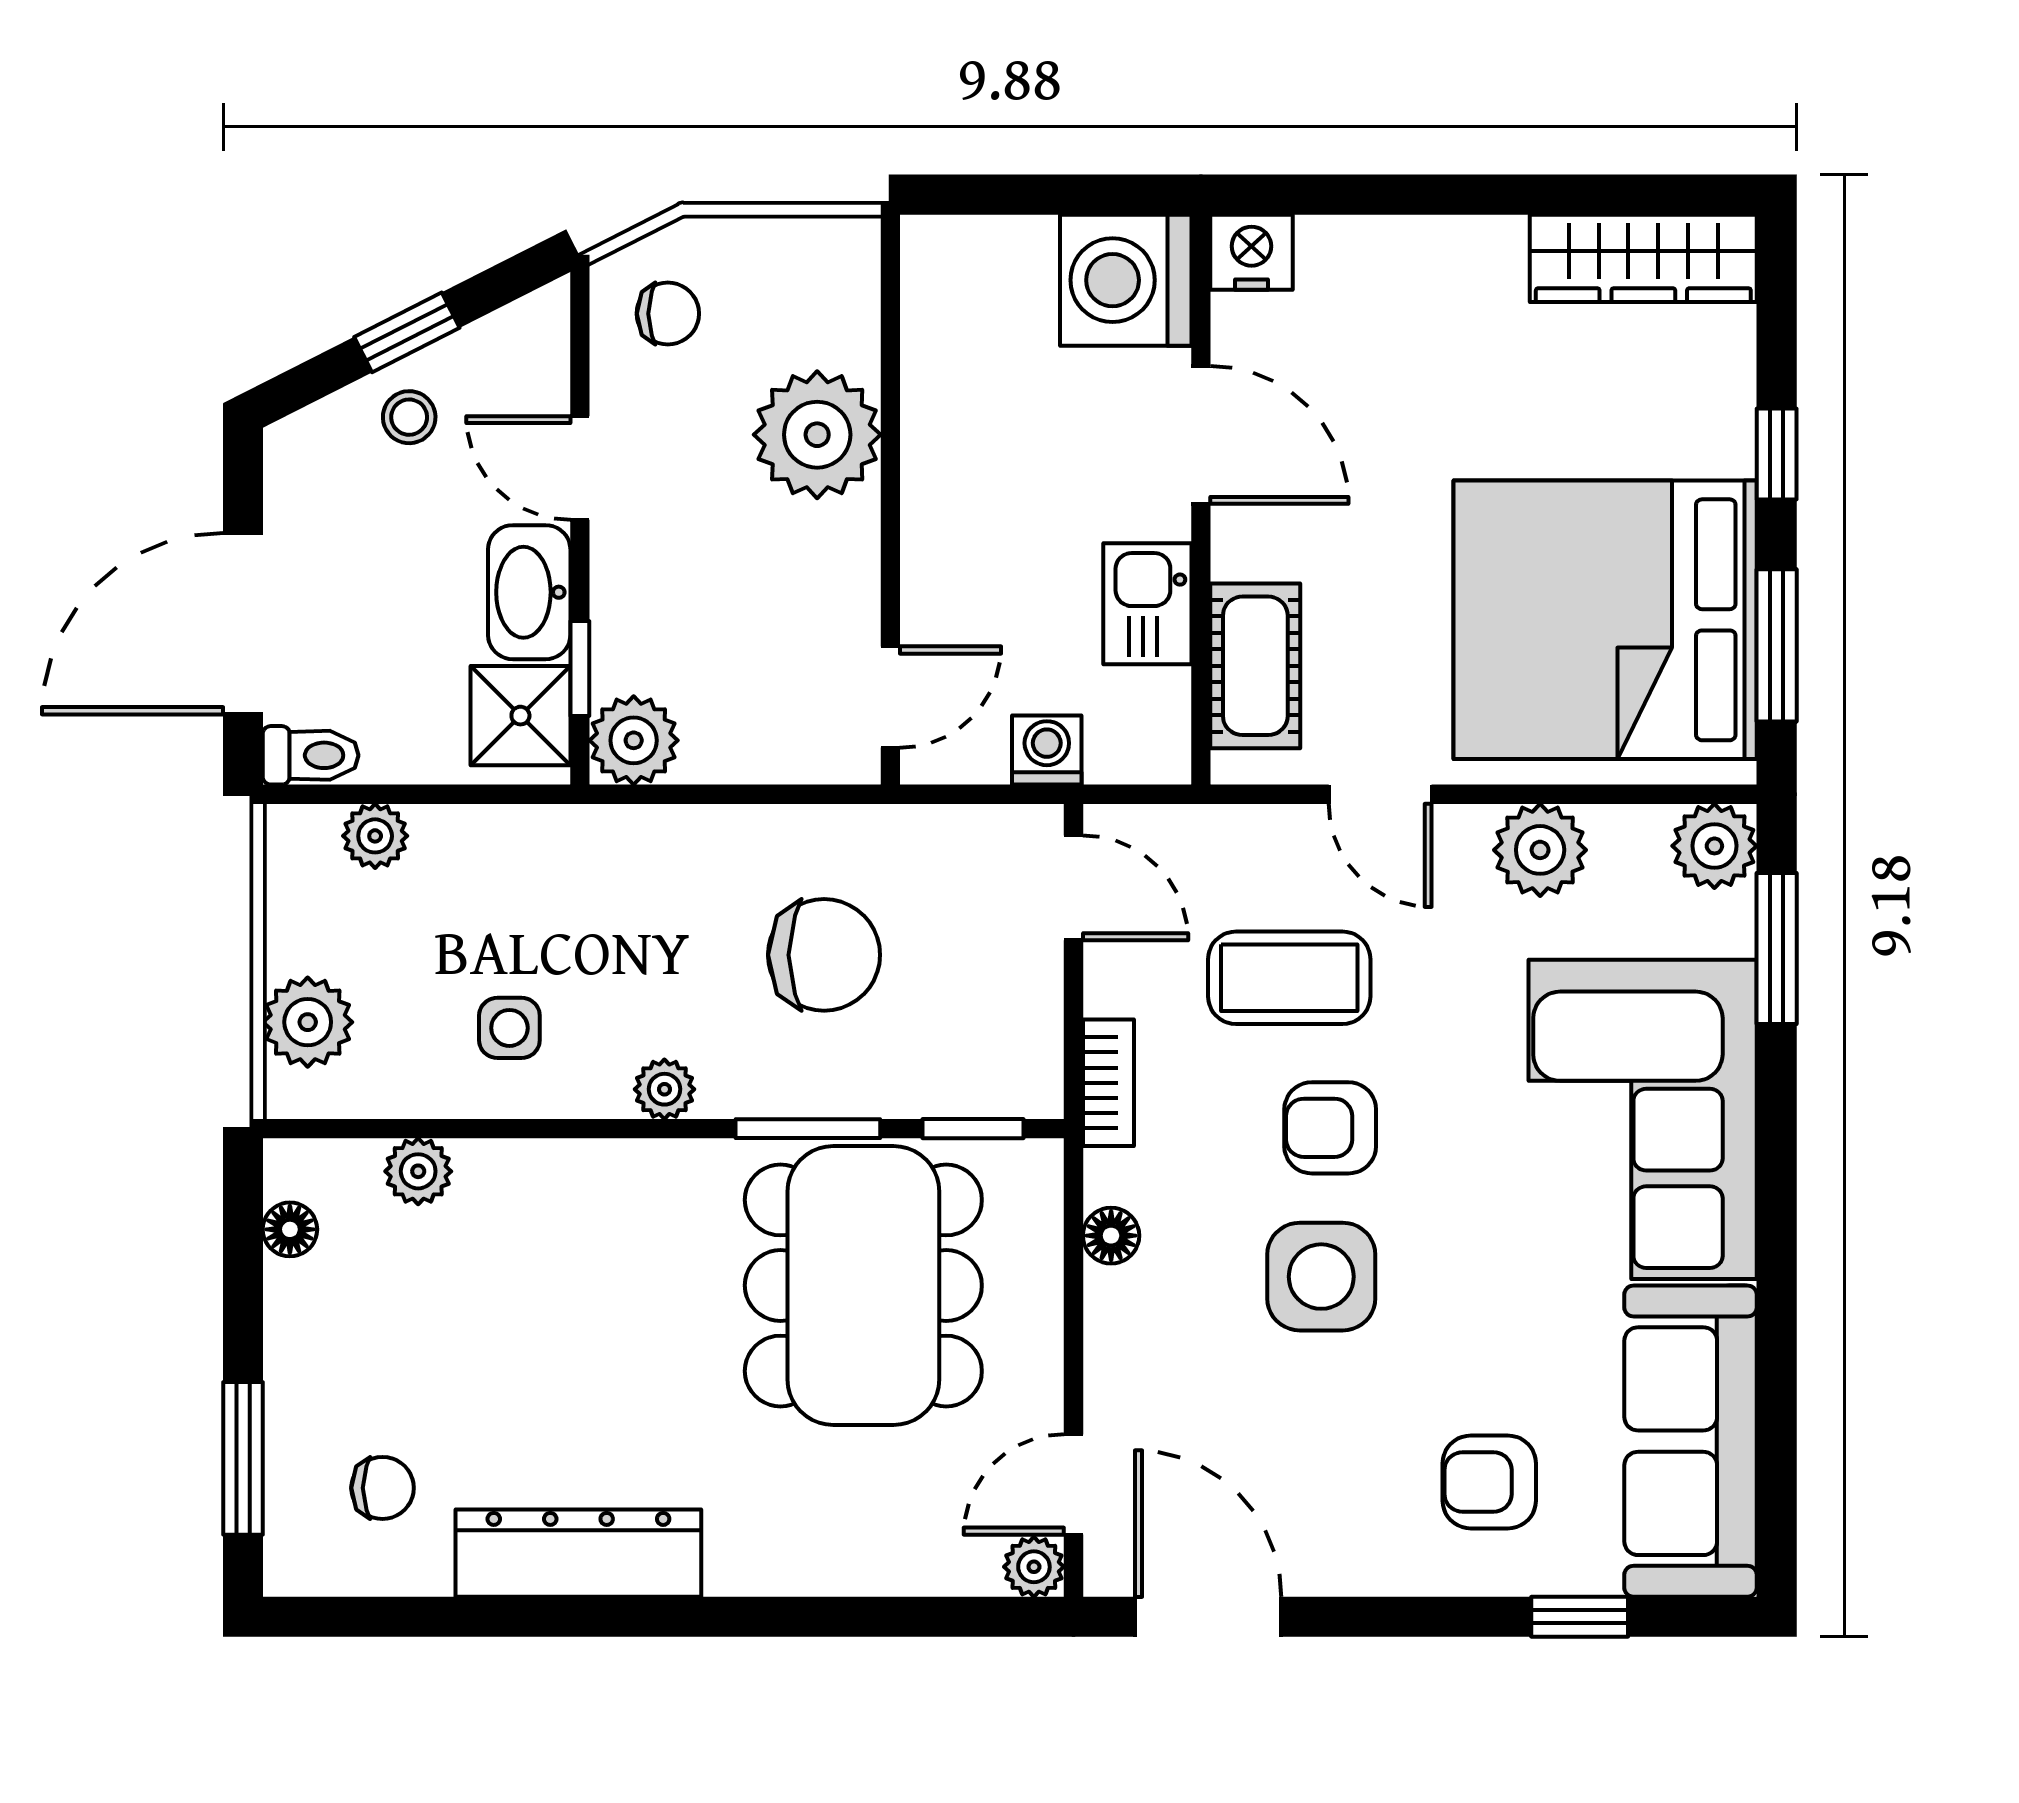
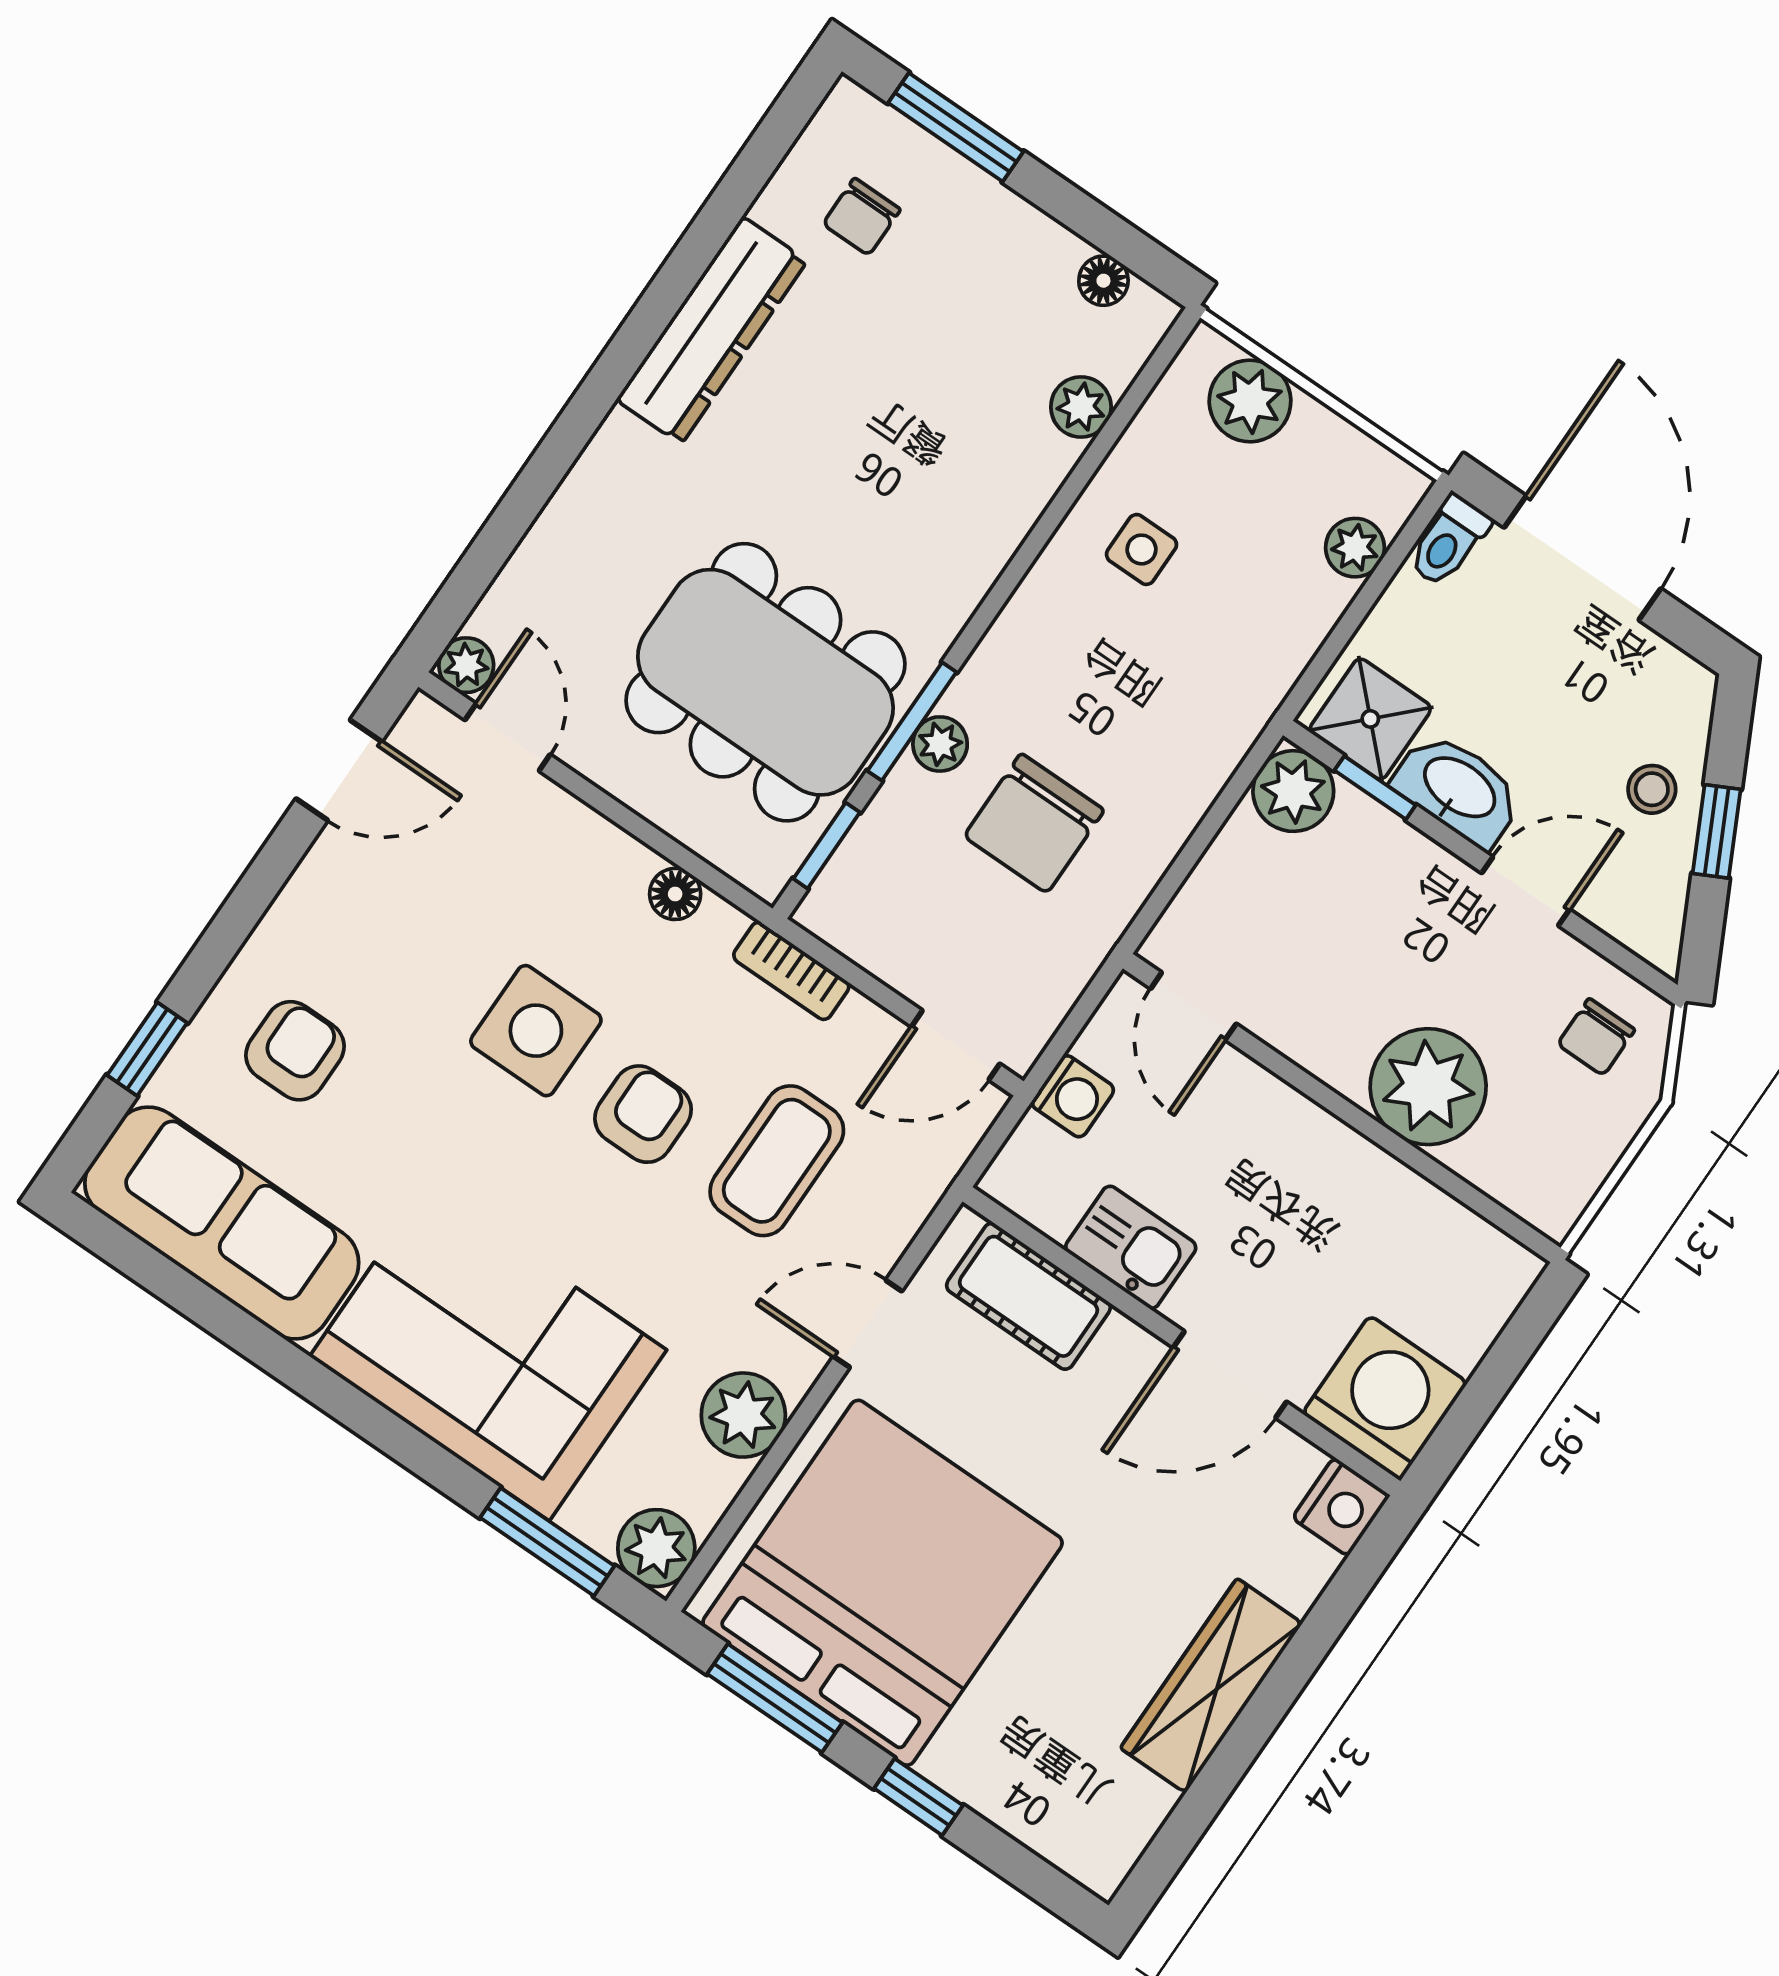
wardrobe: (1643, 258) -> (1211, 1686), moved
plant: (664, 1089) -> (940, 744), moved
door: (1208, 1617) -> (339, 770), width x0.73

